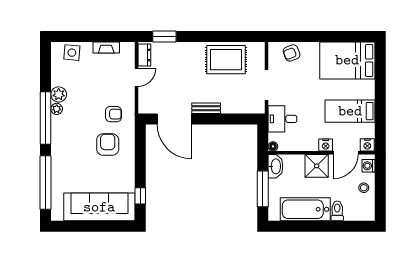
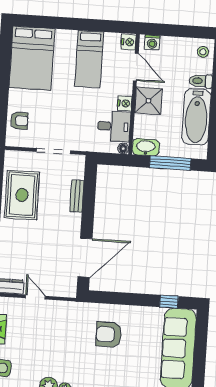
armchair: (292, 53) -> (19, 121), turned -69
bench: (206, 108) -> (77, 196), moved
armchair: (113, 114) -> (75, 326), removed
desk: (282, 119) -> (114, 126), moved, turned -90
nightstand: (326, 145) -> (125, 103), moved
stool: (364, 188) -> (203, 52), moved

